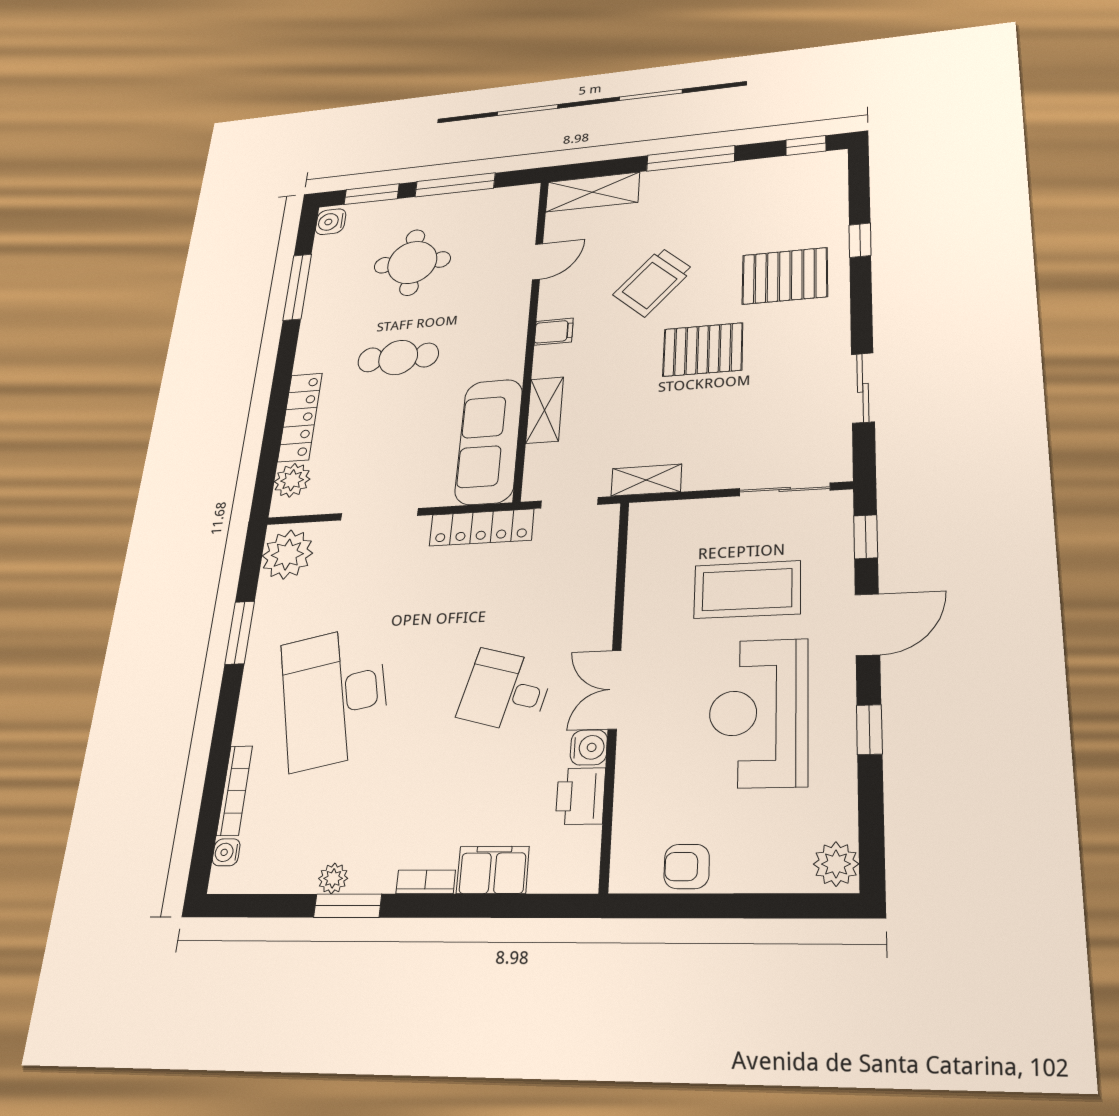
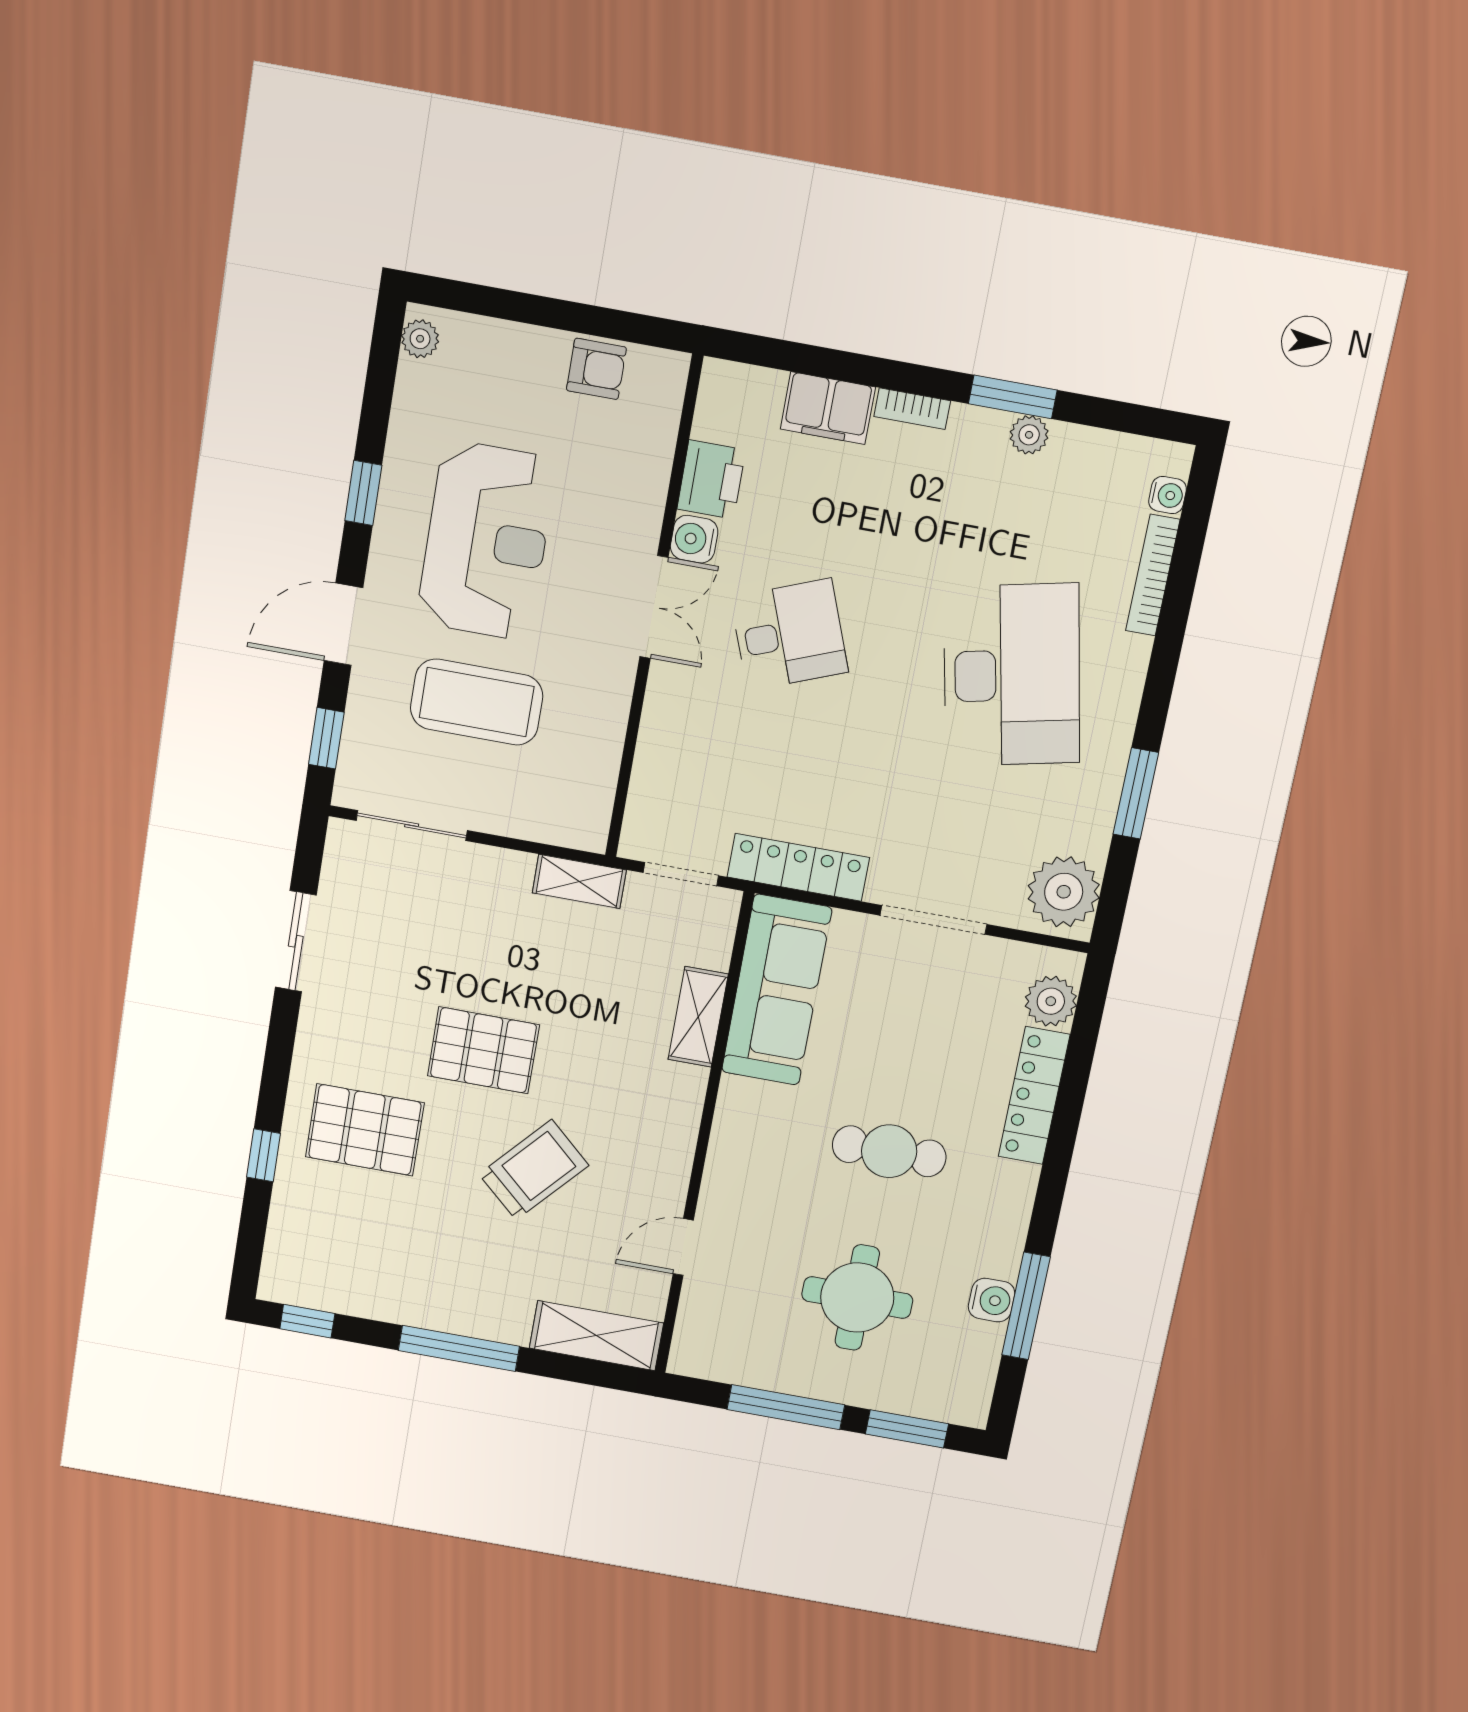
water cooler: (331, 222) -> (992, 1300), moved
filing cabinet: (554, 332) -> (673, 1132), removed
desk: (506, 691) -> (789, 635), turned -36
plant: (836, 864) -> (420, 339), width x0.73, depth x0.73

